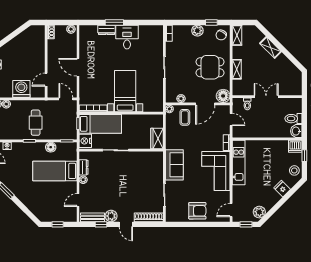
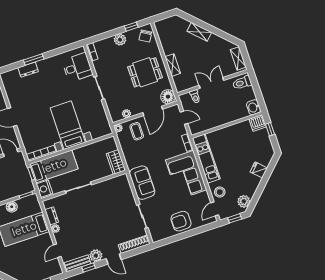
shelving: (237, 35) -> (238, 58), moved
desk: (127, 37) -> (77, 67), moved, turned 90
toilet: (293, 119) -> (242, 83), moved
stool: (294, 170) -> (220, 192), moved
armchair: (197, 211) -> (181, 221), turned 180

